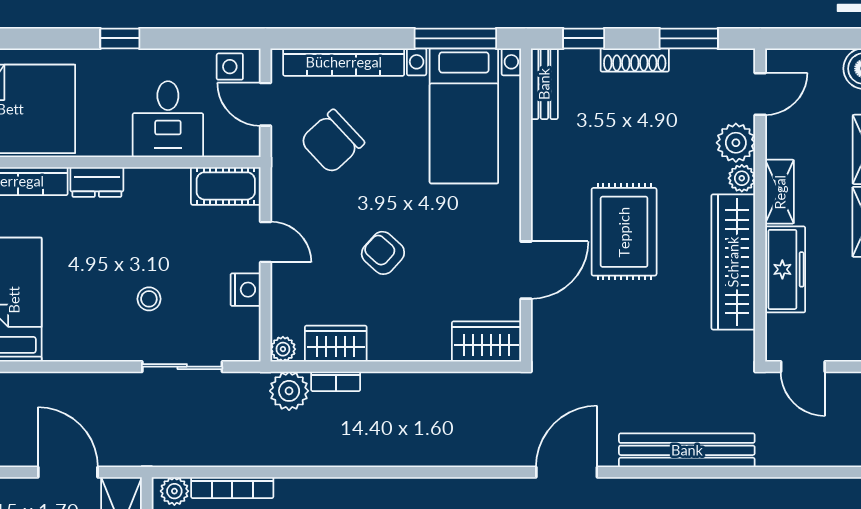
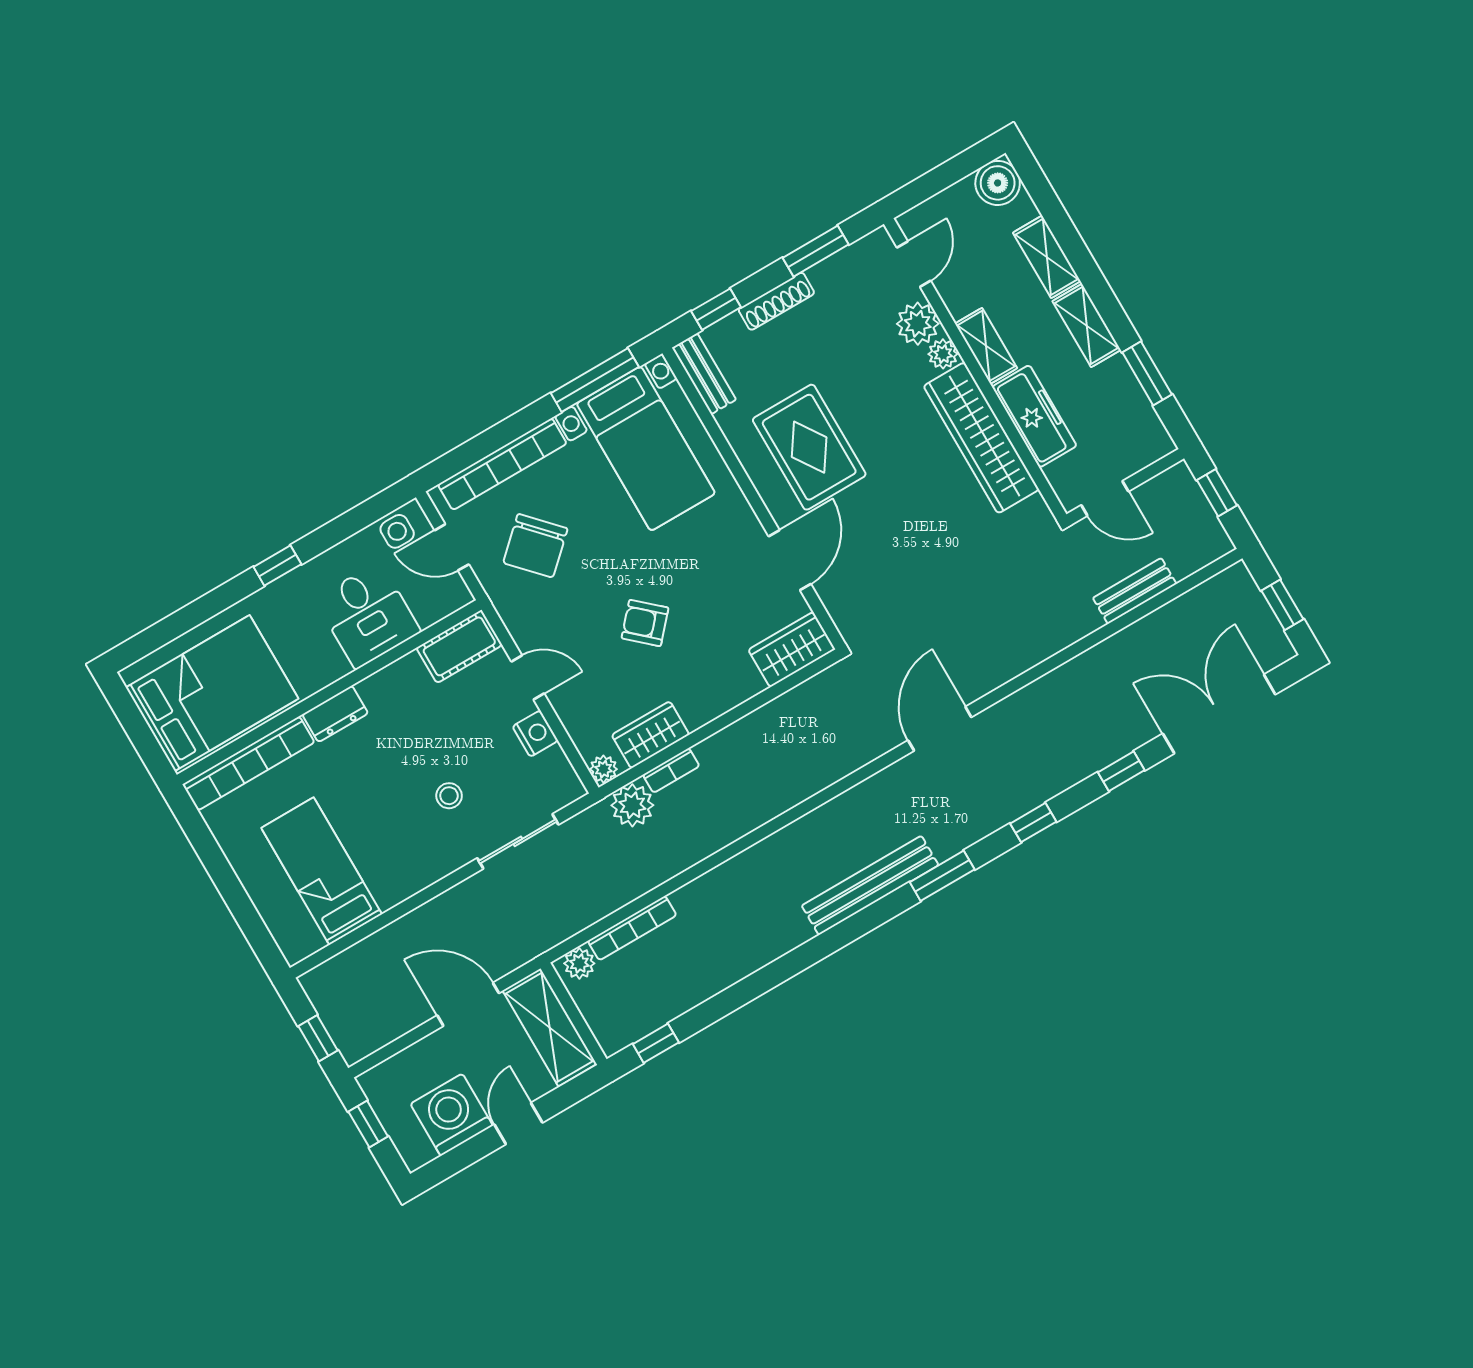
rug: (624, 232) -> (809, 447), moved
bench: (687, 450) -> (1135, 591), moved, width x0.54, depth x0.82

